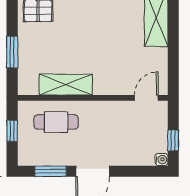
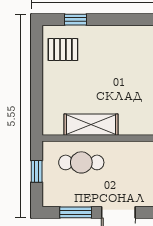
window: (12, 52) -> (37, 91), removed

